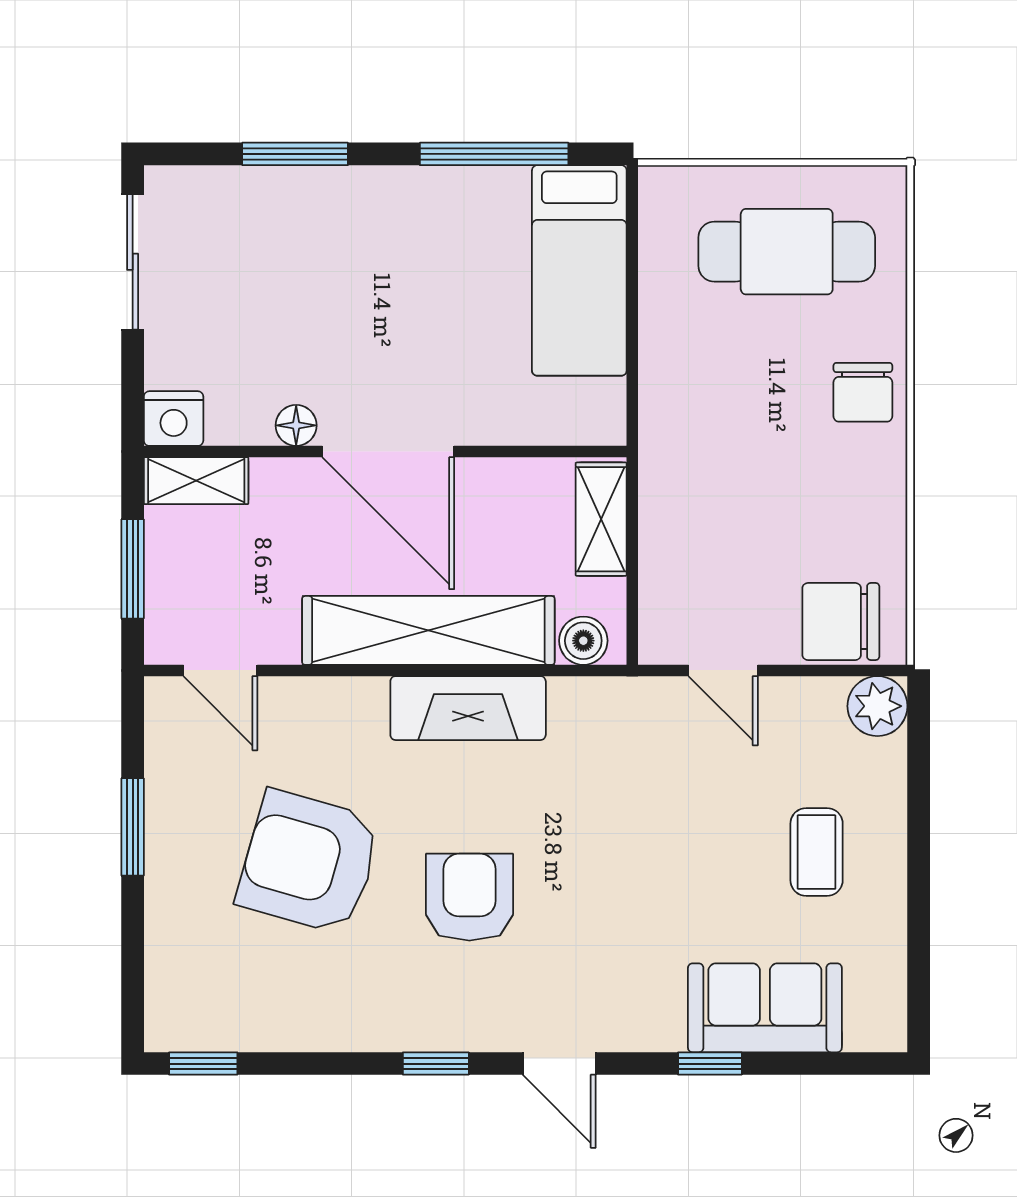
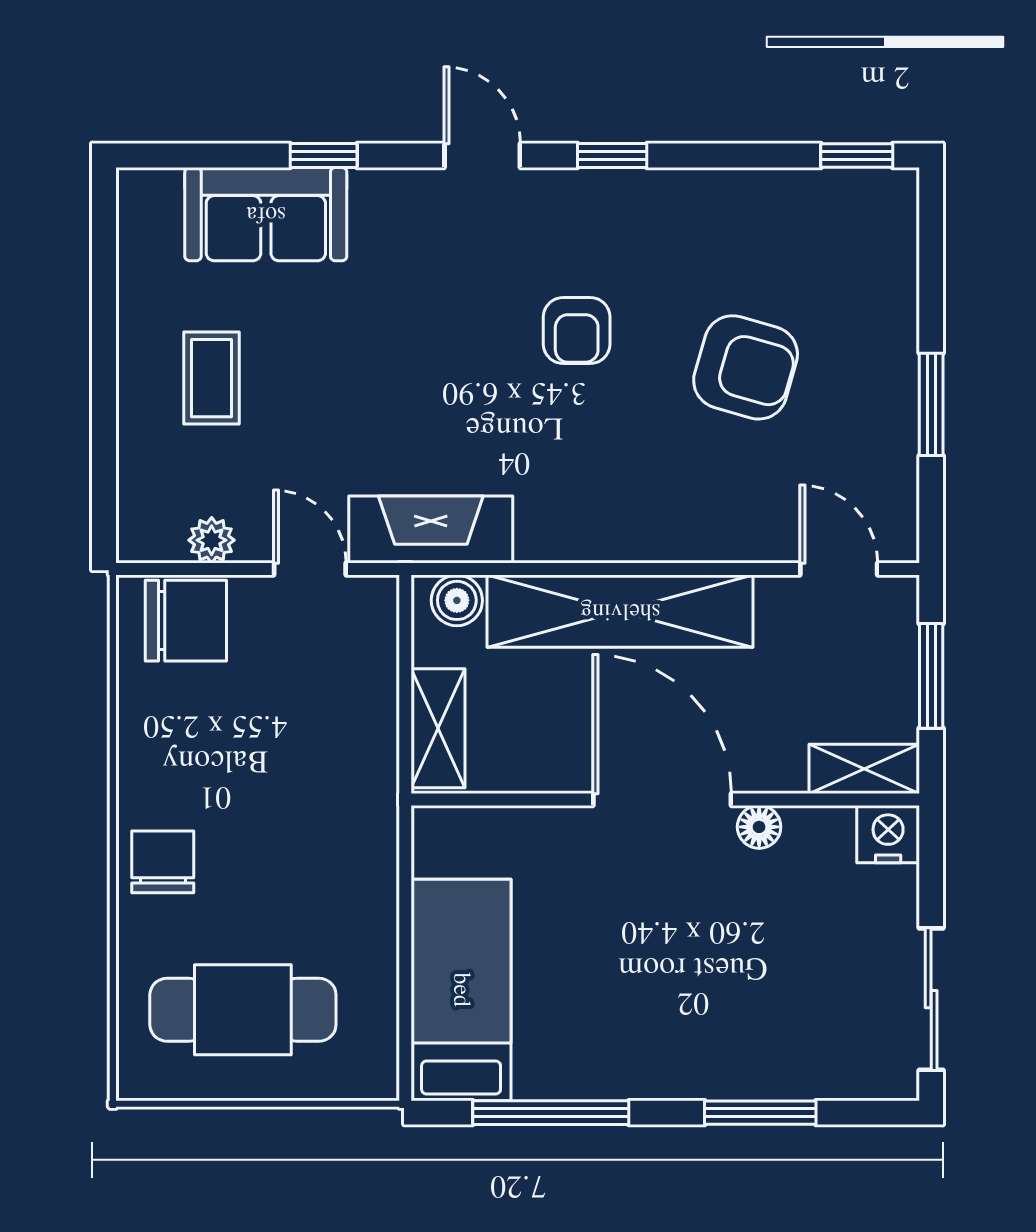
plant: (877, 706) -> (212, 540), moved, width x0.73, depth x0.73
fireplace: (468, 708) -> (431, 530), moved
armchair: (309, 862) -> (746, 367), width x0.73, depth x0.73
armchair: (469, 897) -> (577, 331), width x0.72, depth x0.72

